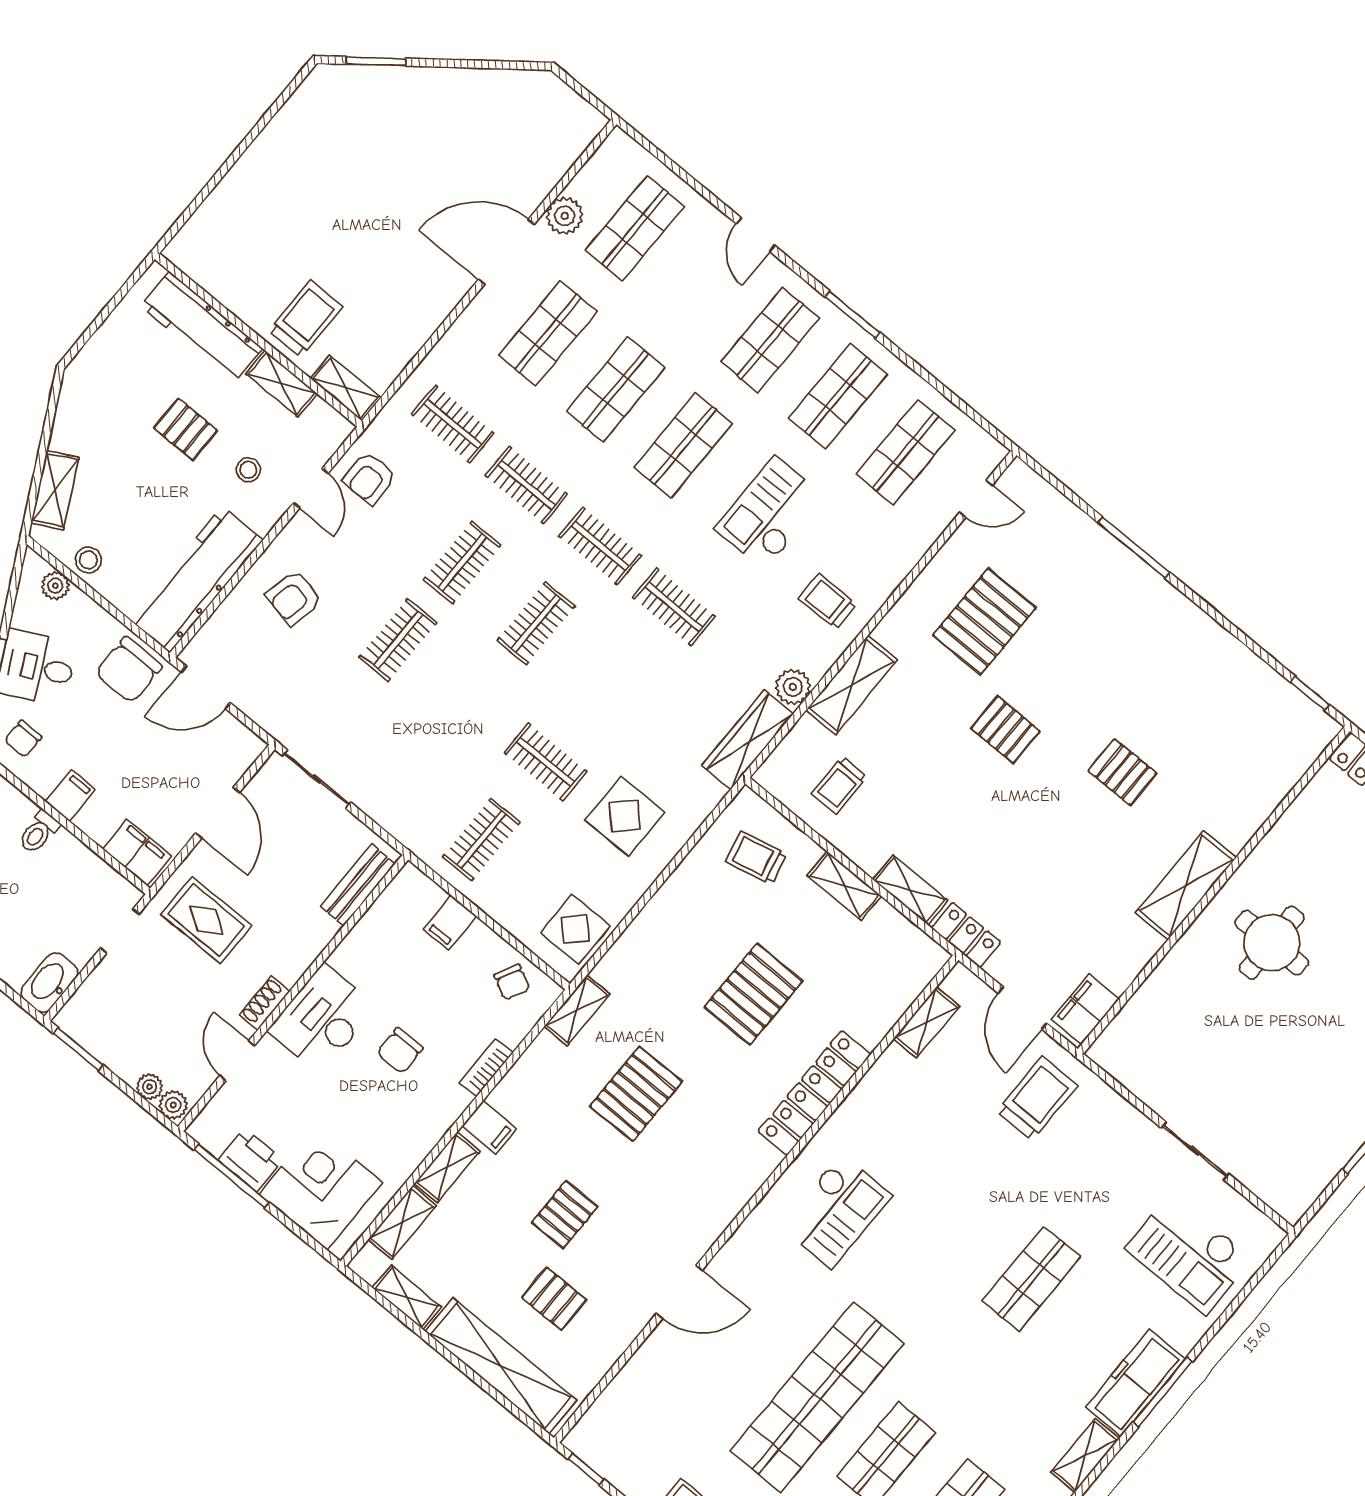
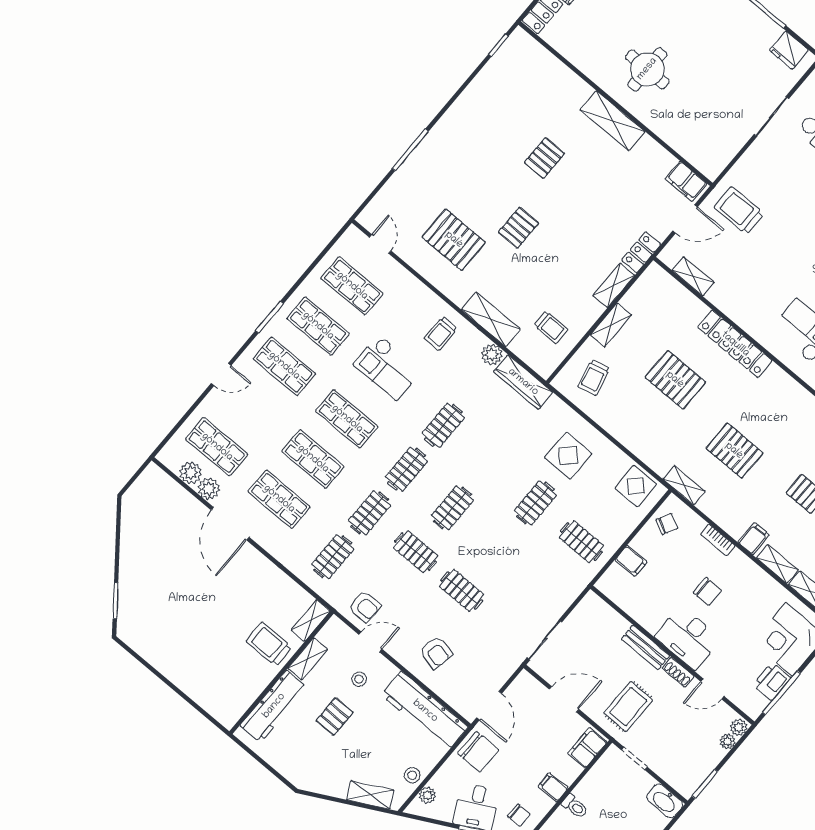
plant: (590, 185) -> (191, 473), added
clothes rail: (536, 623) -> (452, 508), turned 90
bench: (358, 885) -> (646, 647), moved
fridge: (1306, 1179) -> (789, 50), added

